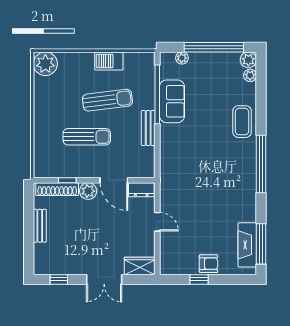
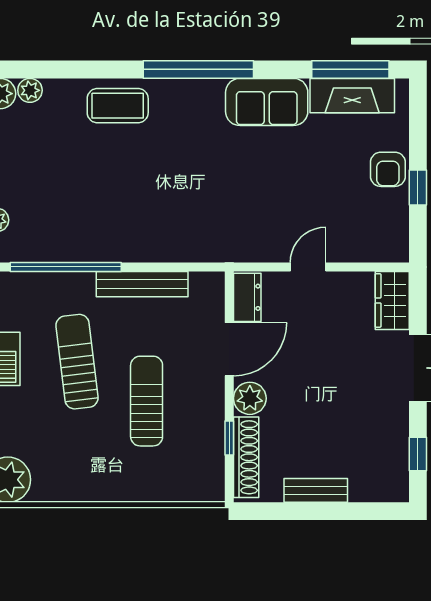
sofa: (172, 101) -> (267, 102), moved, turned 180
bench: (148, 128) -> (142, 284), width x1.36
armchair: (209, 264) -> (388, 169), turned 180

